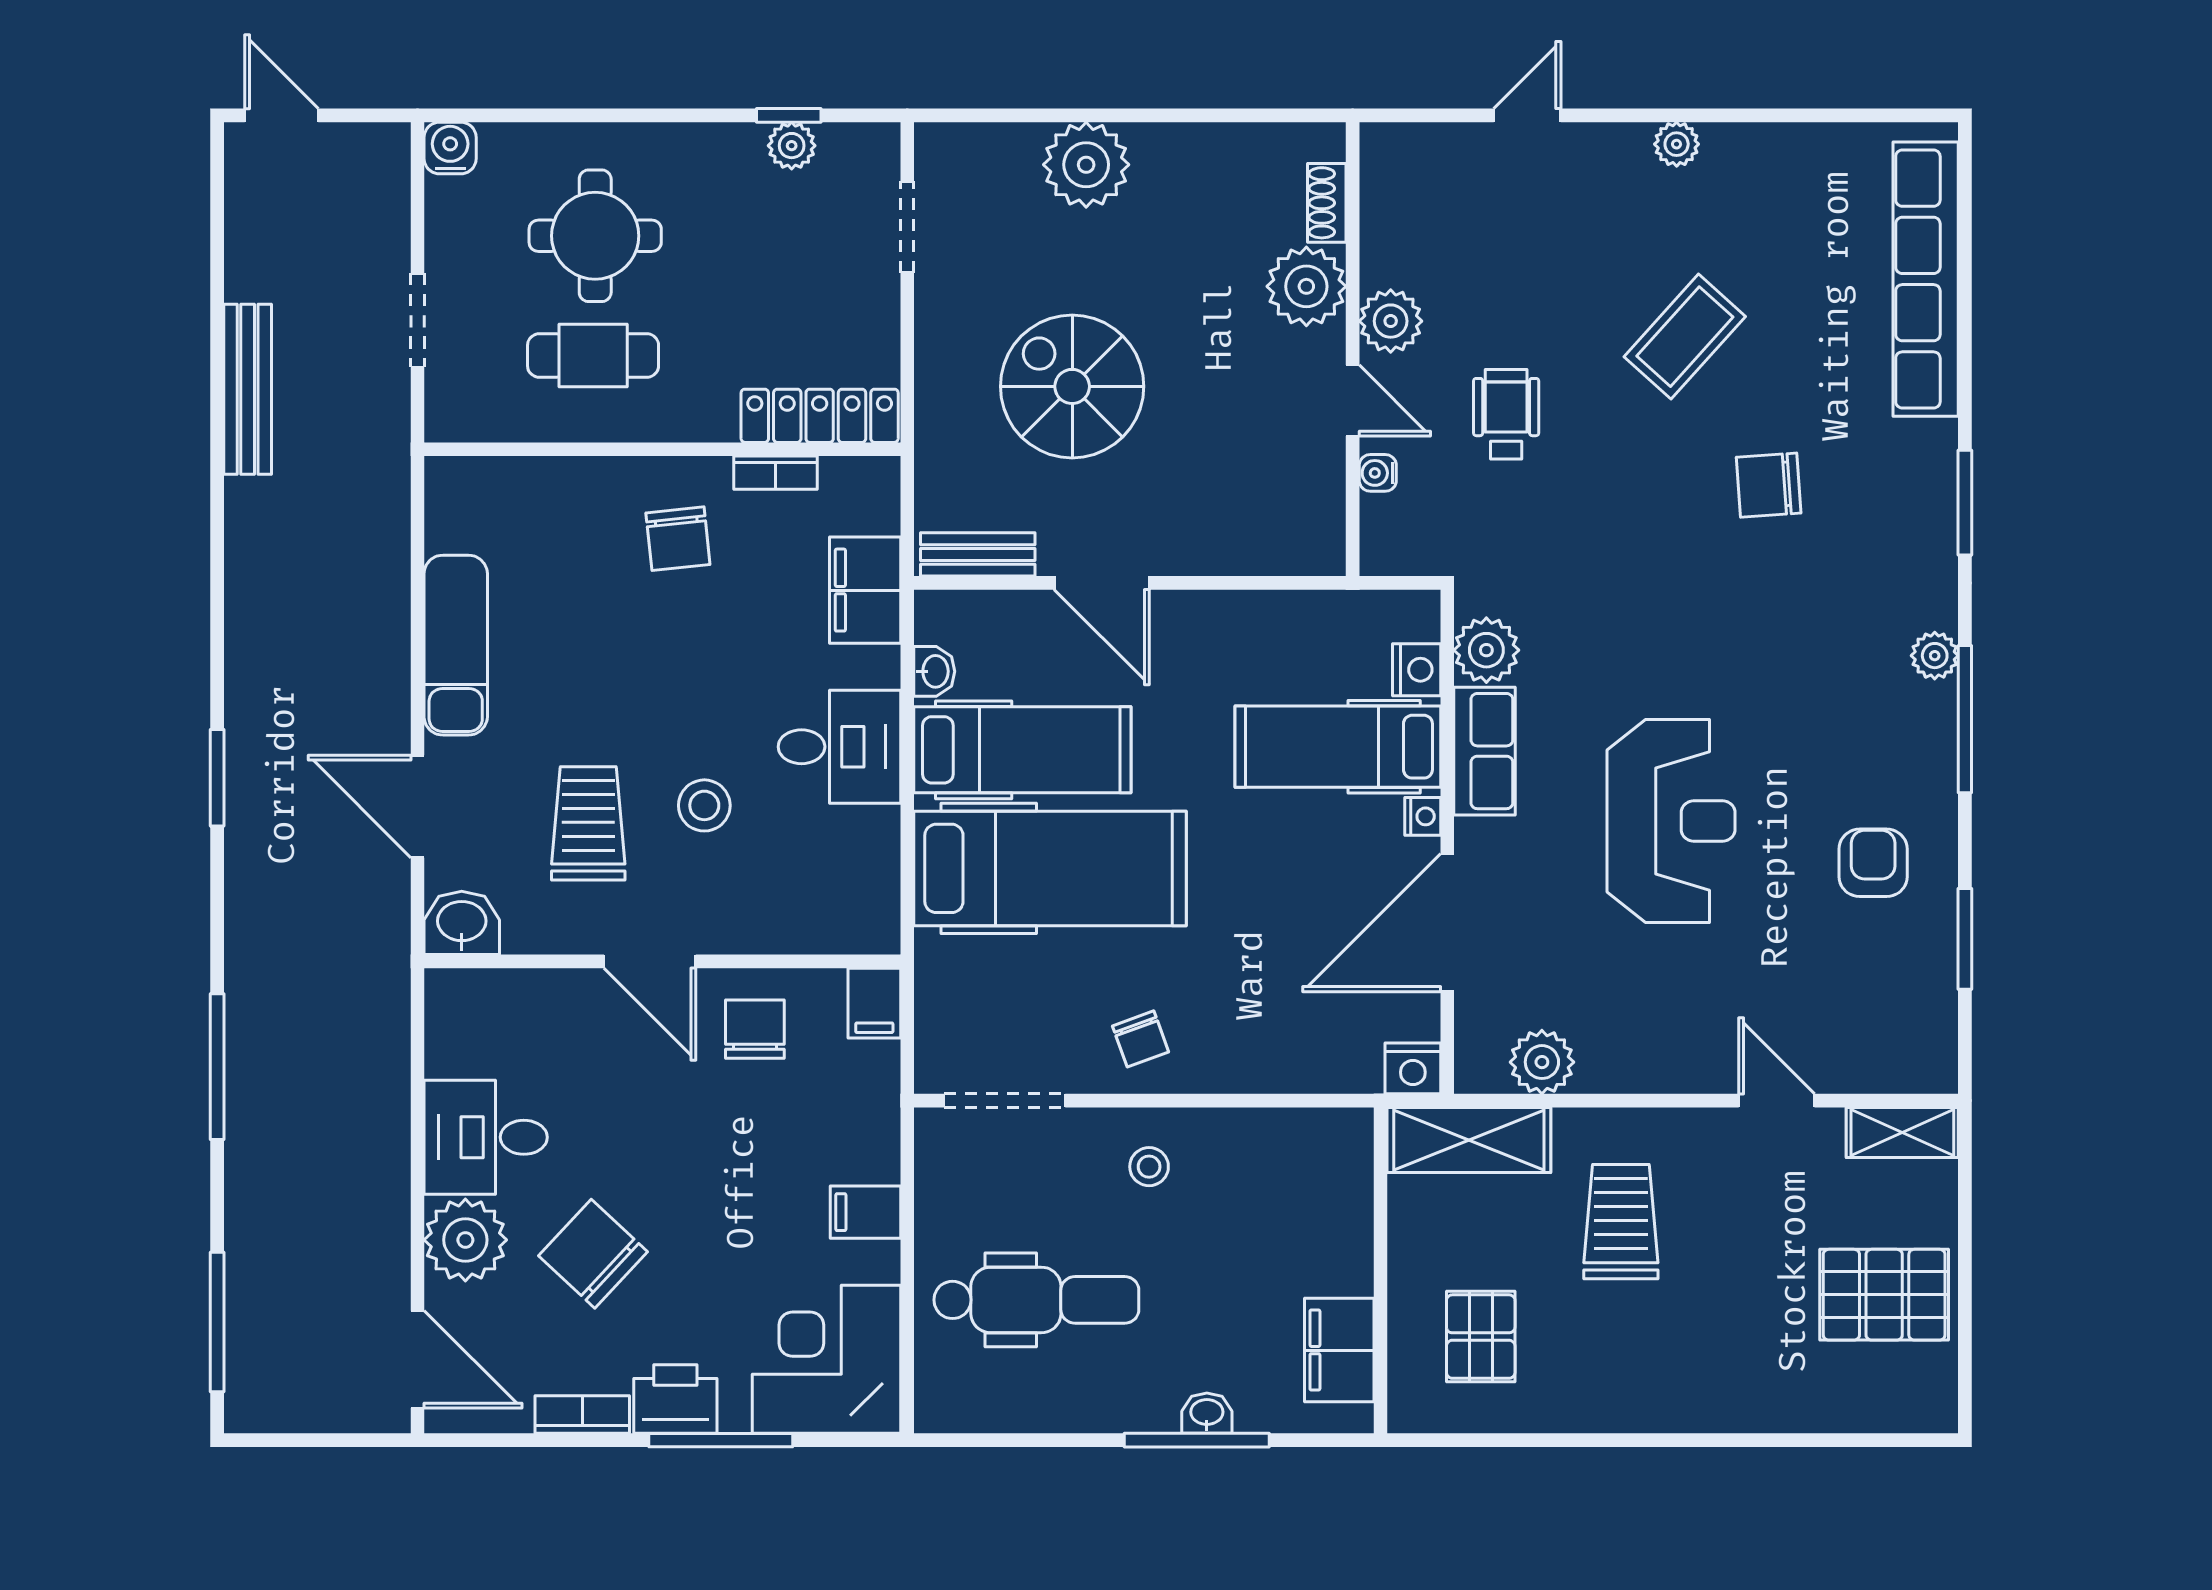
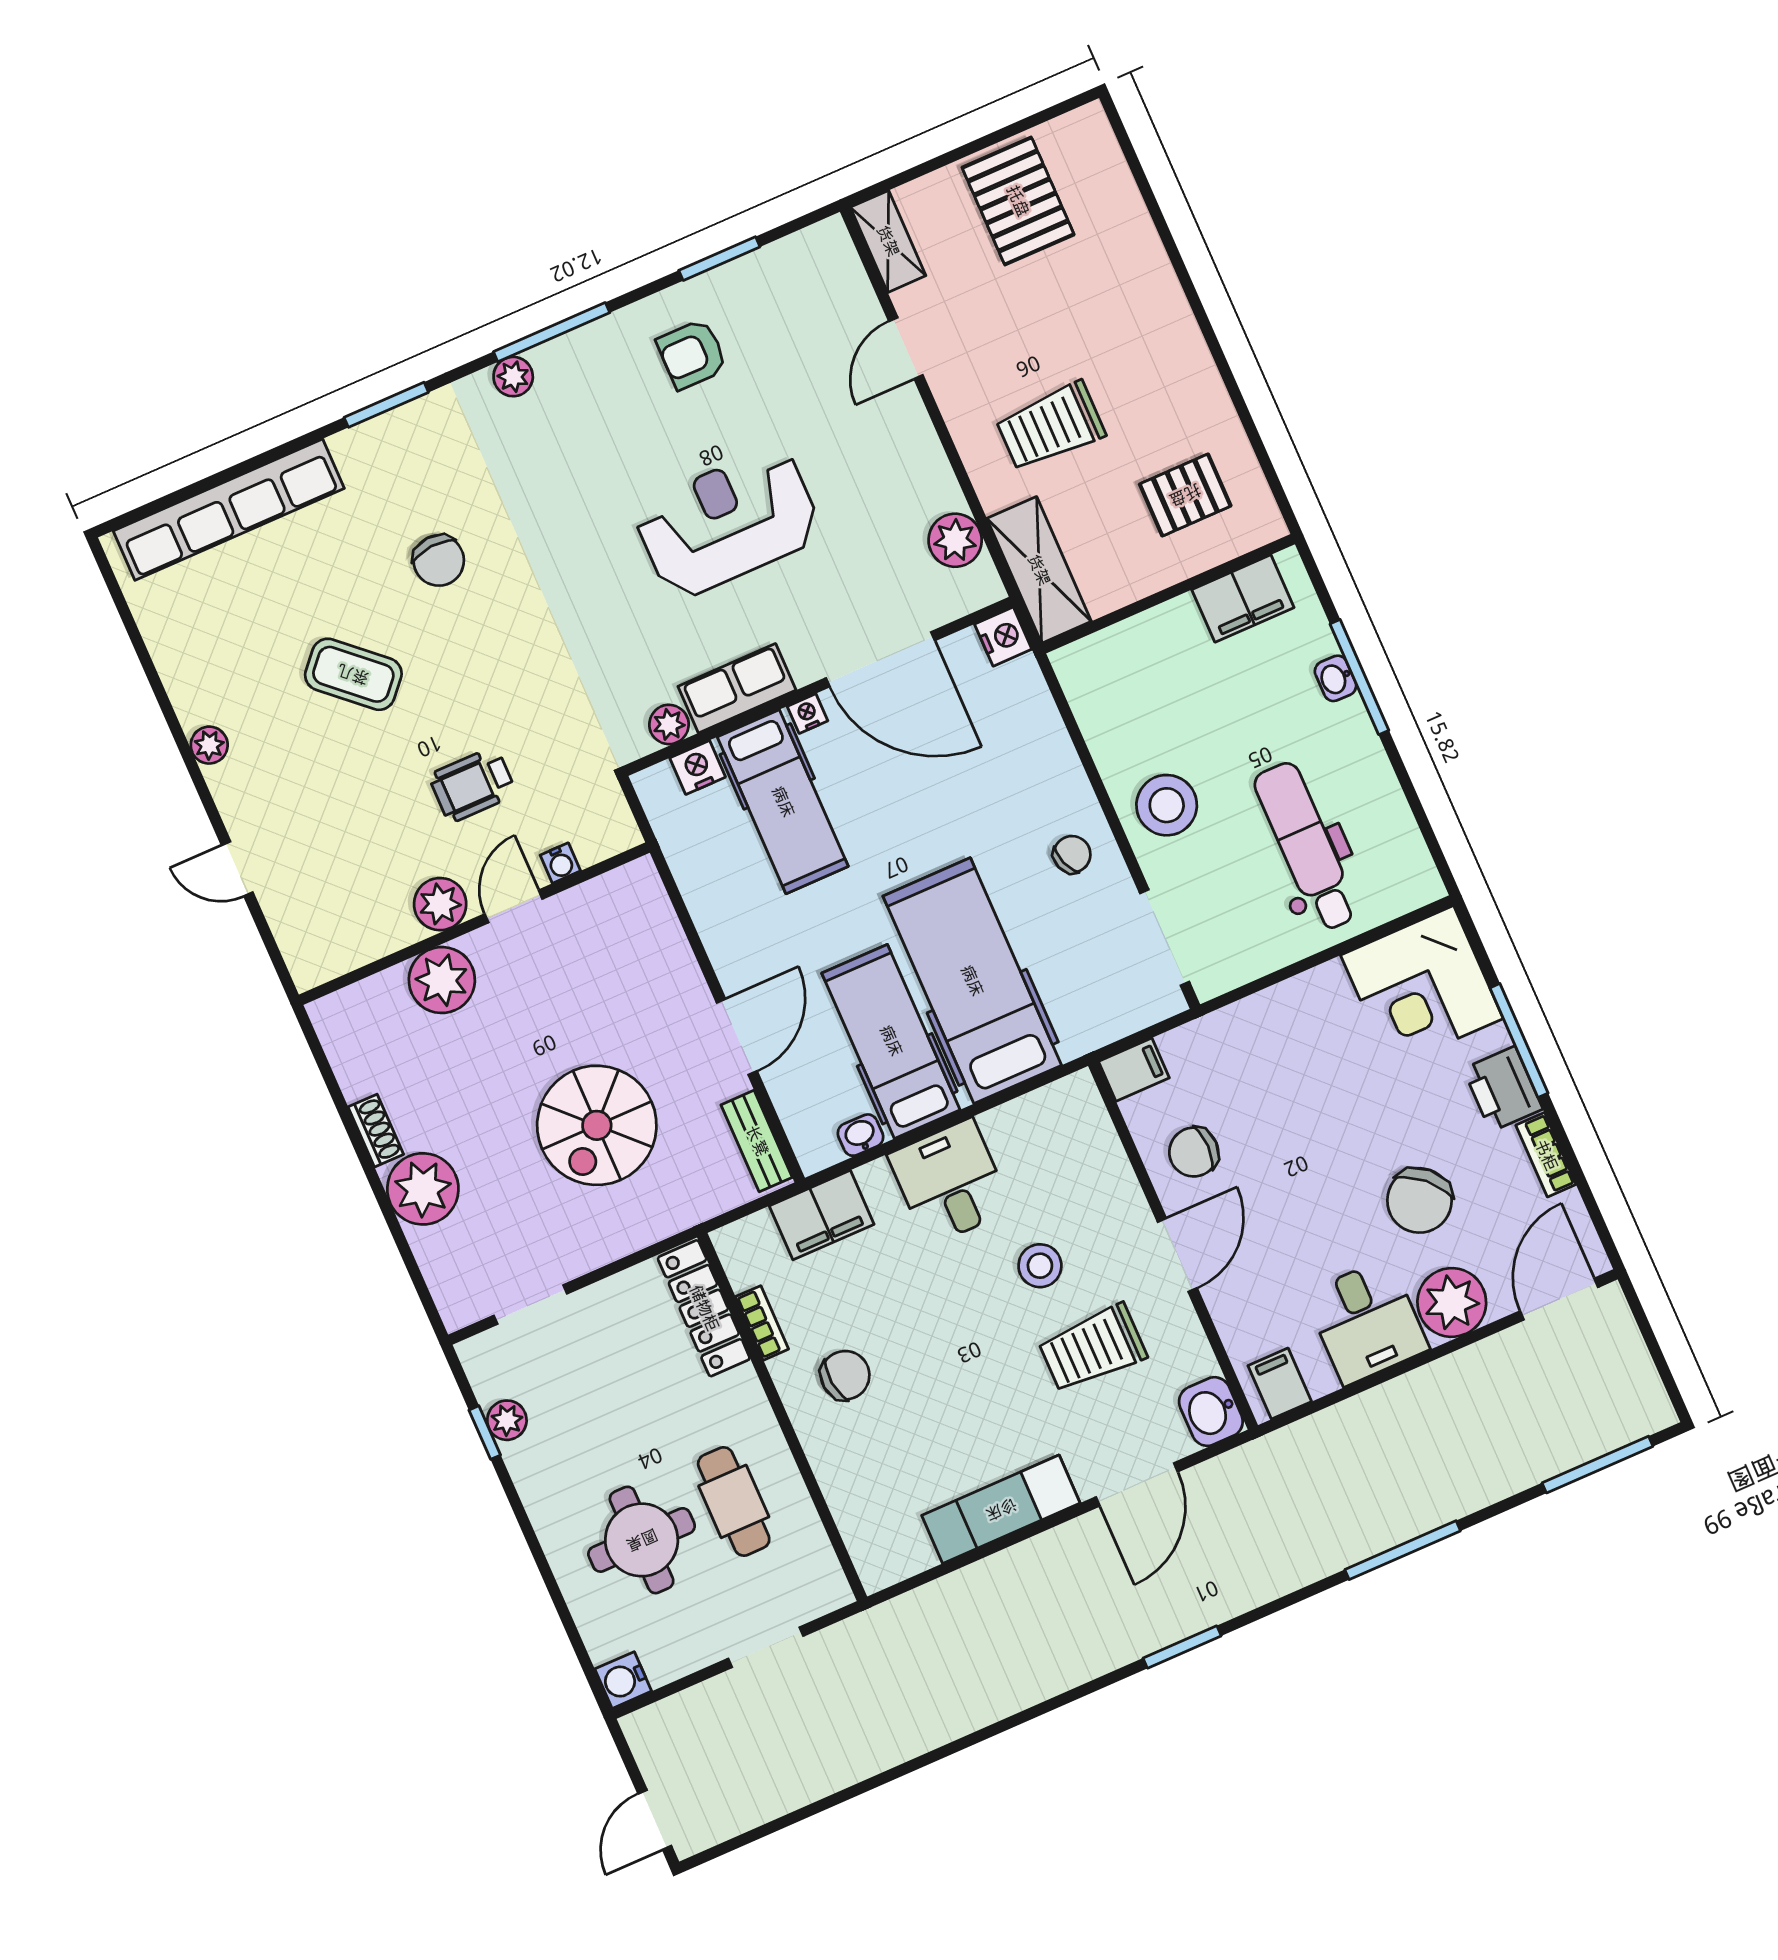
shoe rack: (1327, 203) -> (376, 1131), moved, turned -90
bench: (248, 389) -> (875, 1754), removed
plant: (1486, 650) -> (669, 724), width x0.73, depth x0.73
stool: (1149, 1167) -> (1167, 805), width x1.89, depth x1.89
filing cabinet: (865, 1212) -> (1280, 1384), moved, turned 180

